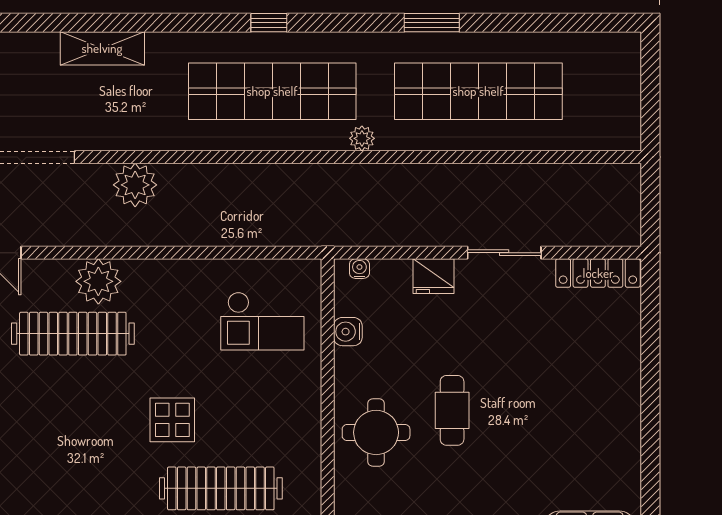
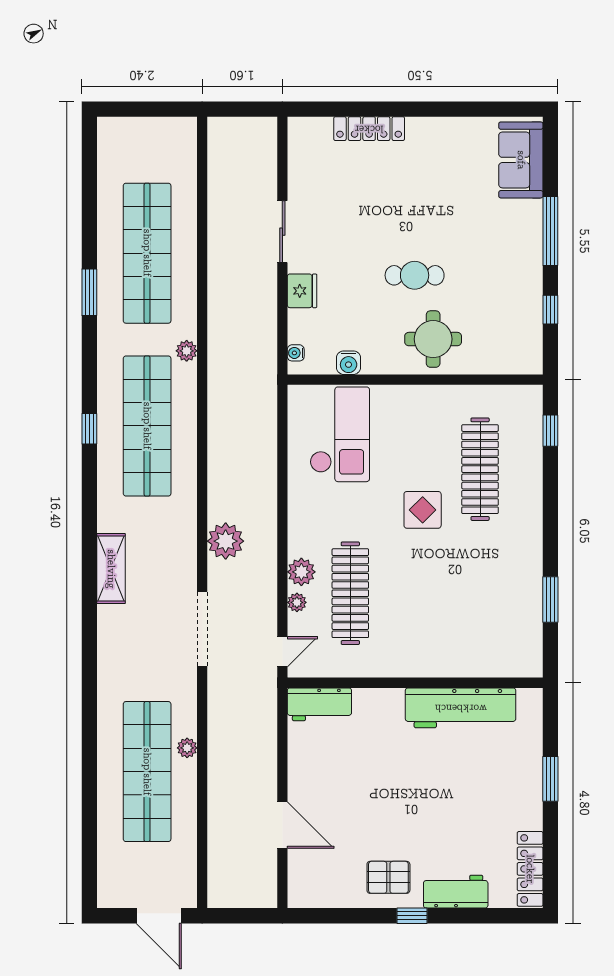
plant: (62, 270) -> (297, 602), added
locker: (598, 273) -> (369, 129), moved, turned 90
plant: (98, 281) -> (301, 572), width x0.73, depth x0.73
checkout: (262, 321) -> (340, 434), width x1.36, depth x1.21

